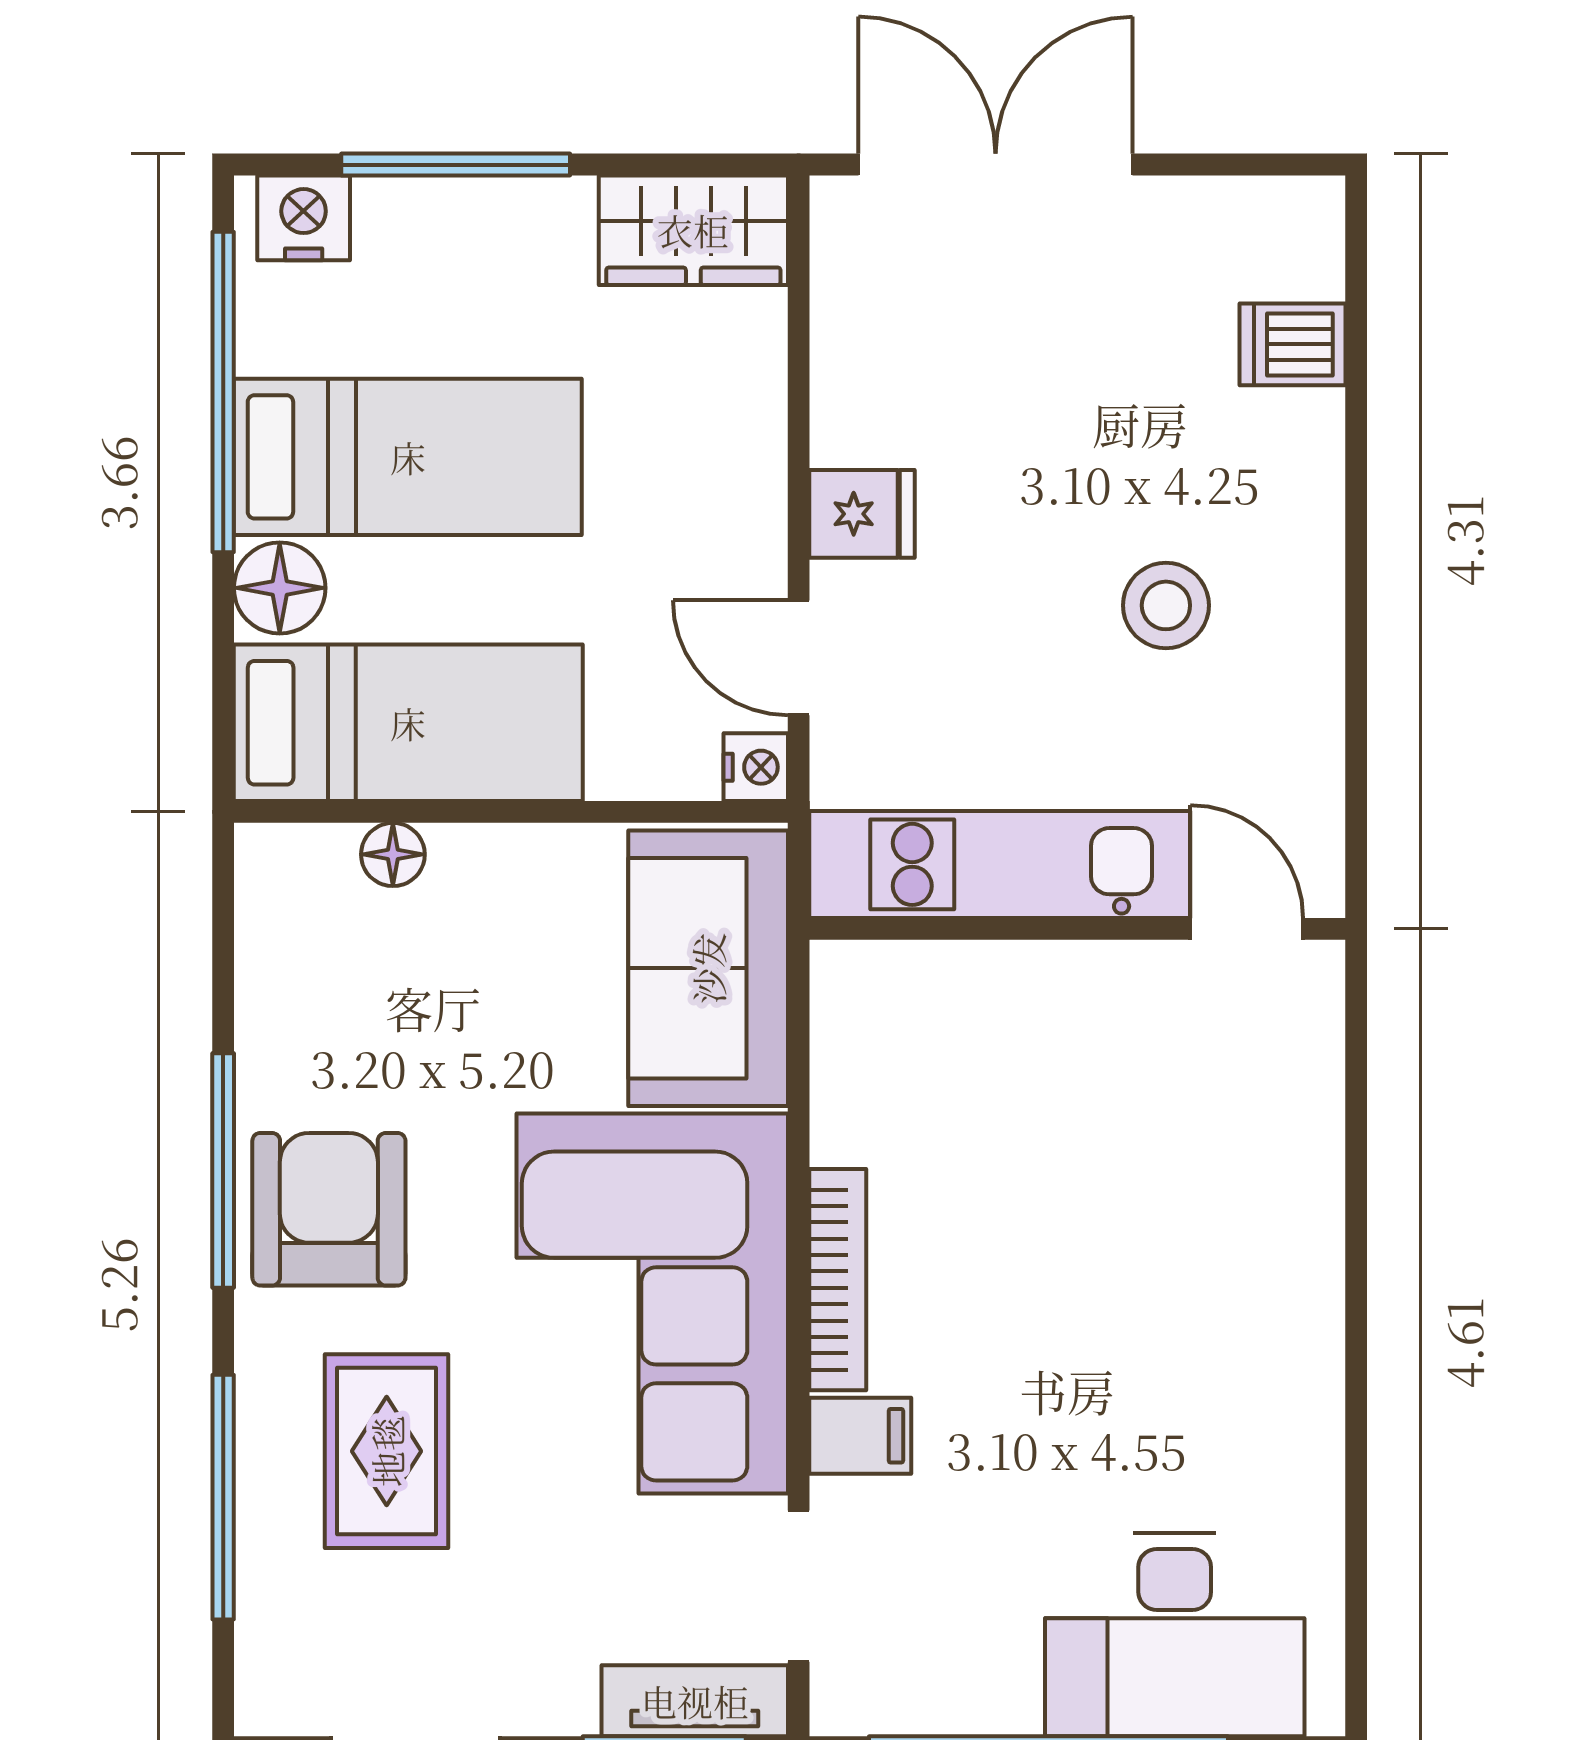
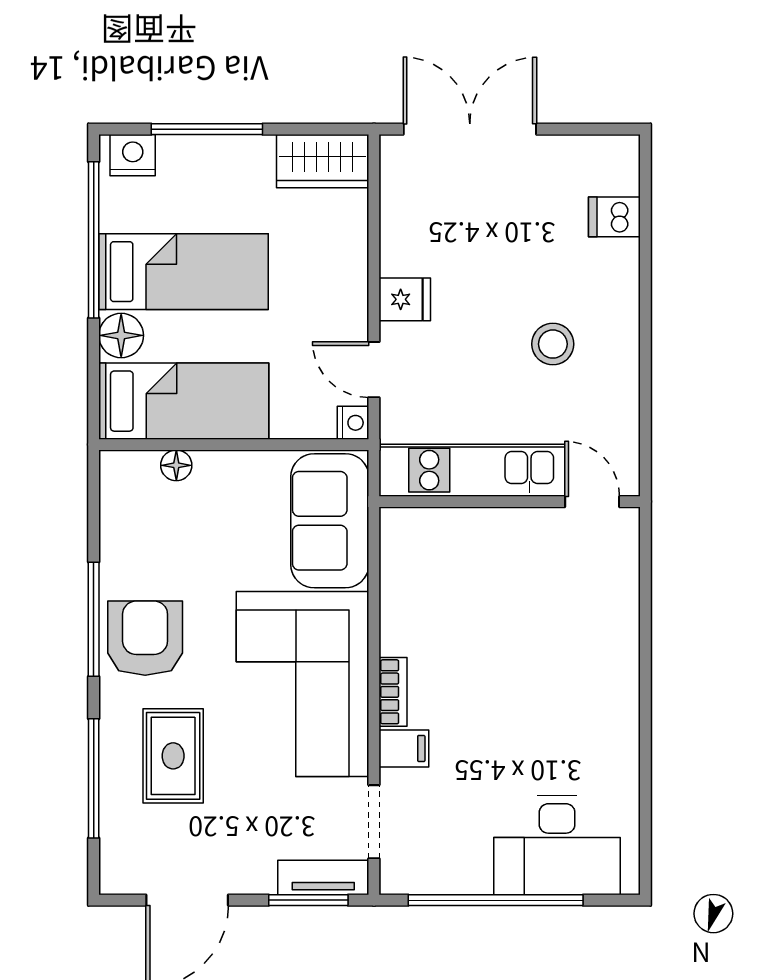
bookcase: (838, 1280) -> (393, 692), width x0.64

